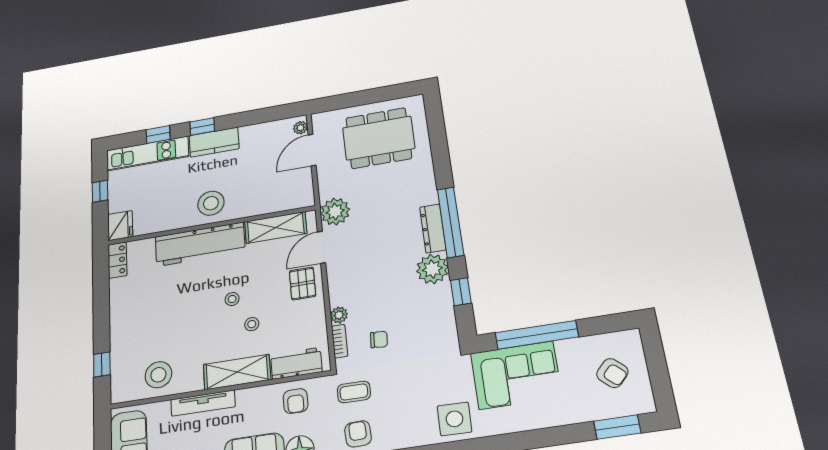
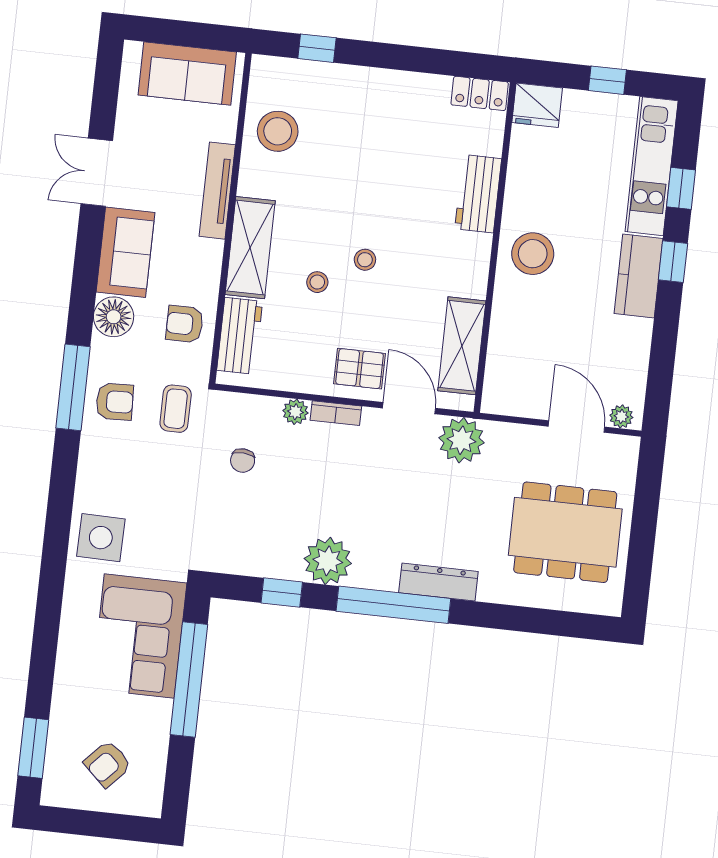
dining table: (379, 138) -> (565, 532), turned 90
dresser: (433, 228) -> (438, 582), moved
workbench: (200, 244) -> (478, 194), width x0.53, depth x0.76
bookcase: (340, 341) -> (336, 413), moved

